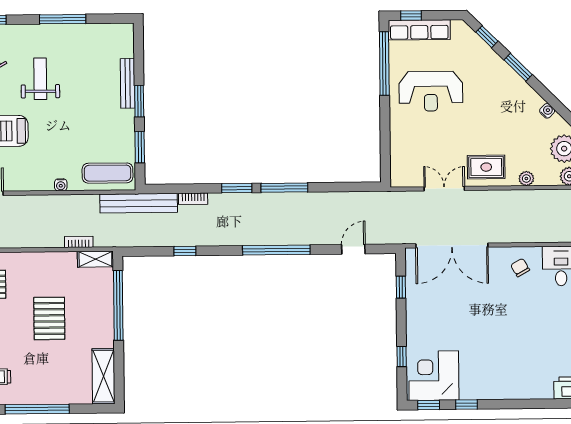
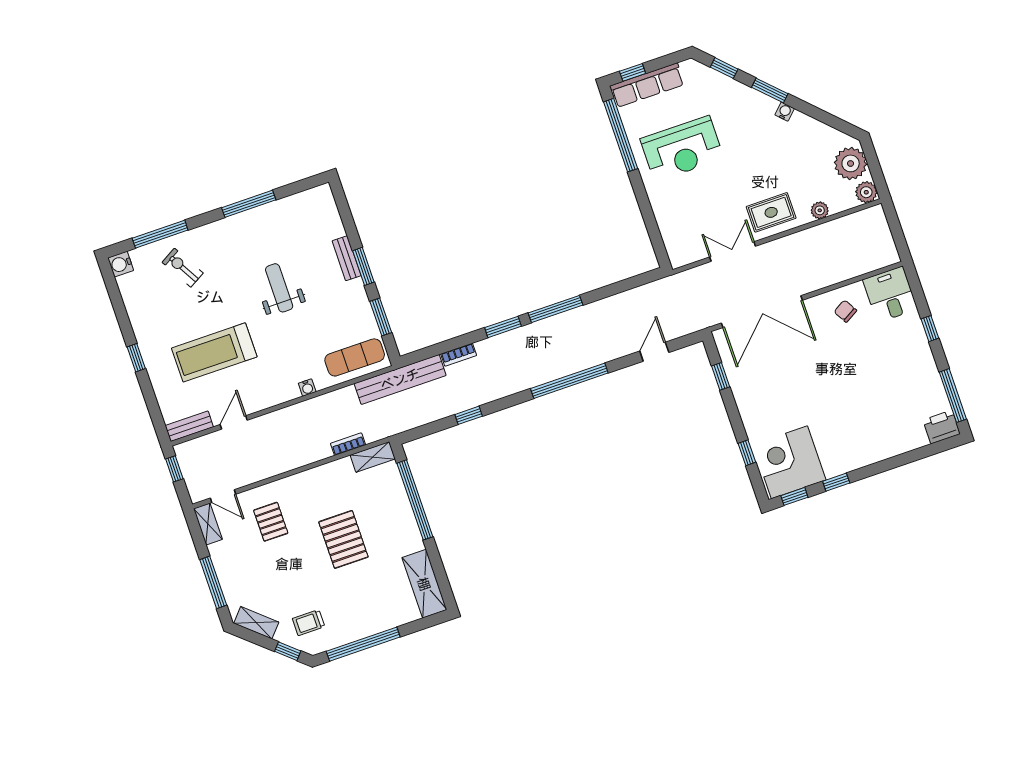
weight bench: (40, 79) -> (279, 288), moved
bench: (128, 83) -> (347, 258), width x0.73
water cooler: (547, 111) -> (785, 112), moved

